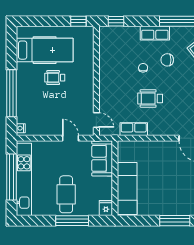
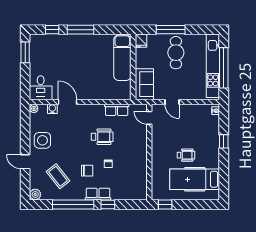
window: (116, 21) -> (108, 205), moved
window: (12, 93) -> (224, 141), width x0.32

